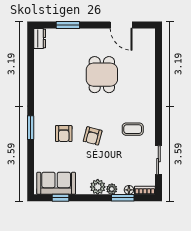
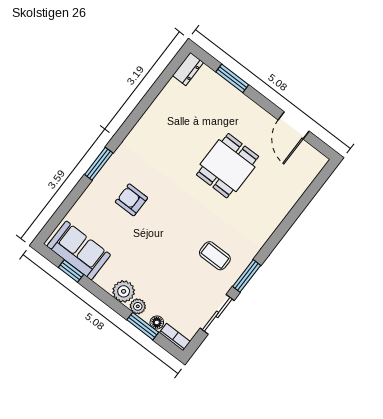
window: (158, 127) -> (247, 276), added
armchair: (64, 134) -> (131, 200), turned 90
armchair: (93, 136) -> (163, 228), removed

